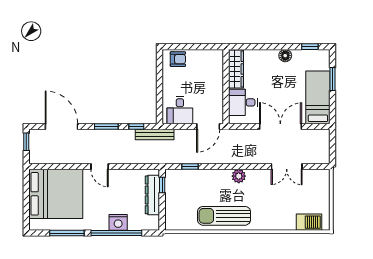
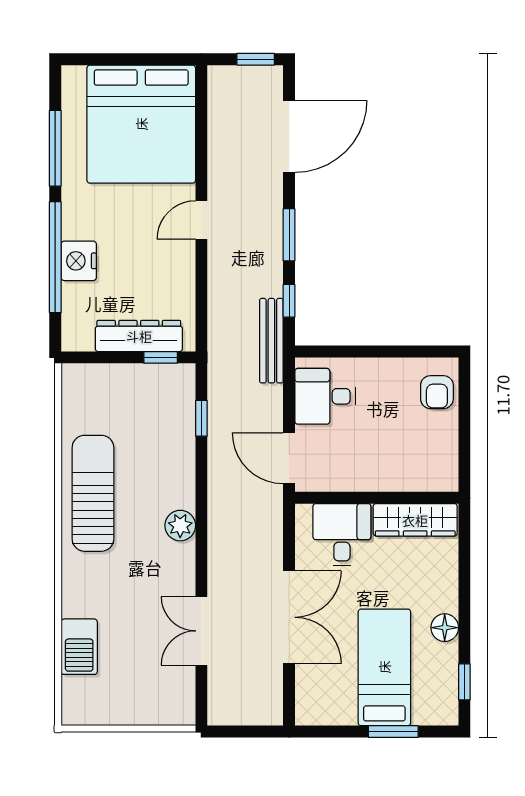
bed: (318, 97) -> (384, 667), moved, turned -90
barbecue: (309, 222) -> (79, 647), moved

